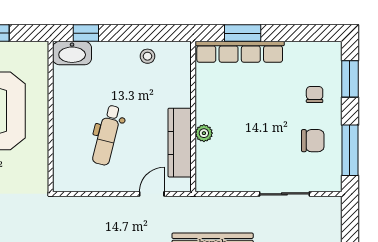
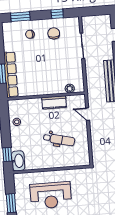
plant: (204, 133) -> (70, 89), moved
kitchen counter: (180, 143) -> (54, 102), width x0.67
window: (350, 150) -> (57, 14), width x0.46

